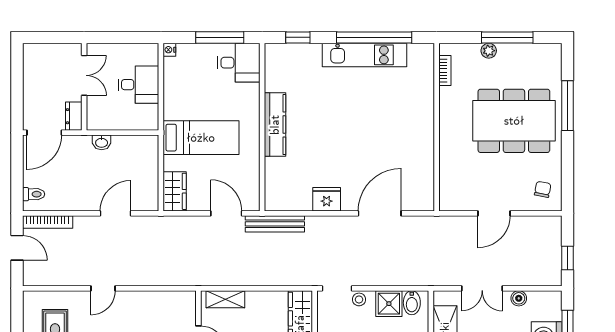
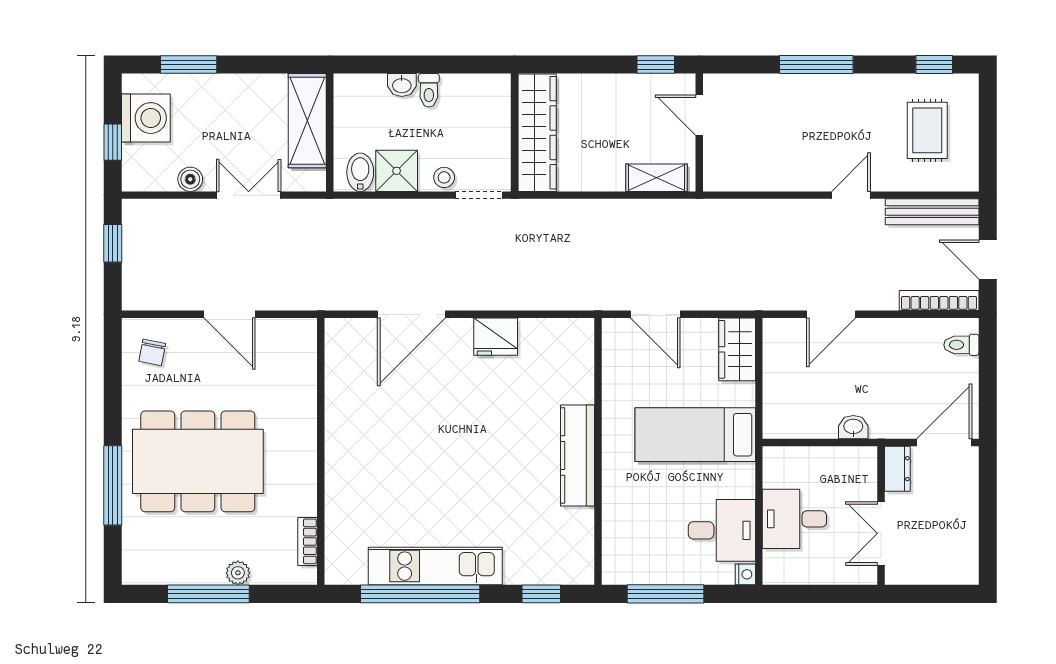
desk: (239, 63) -> (722, 530), moved, turned 180
door: (494, 213) -> (230, 314), swing flipped
bench: (275, 224) -> (932, 212), moved

